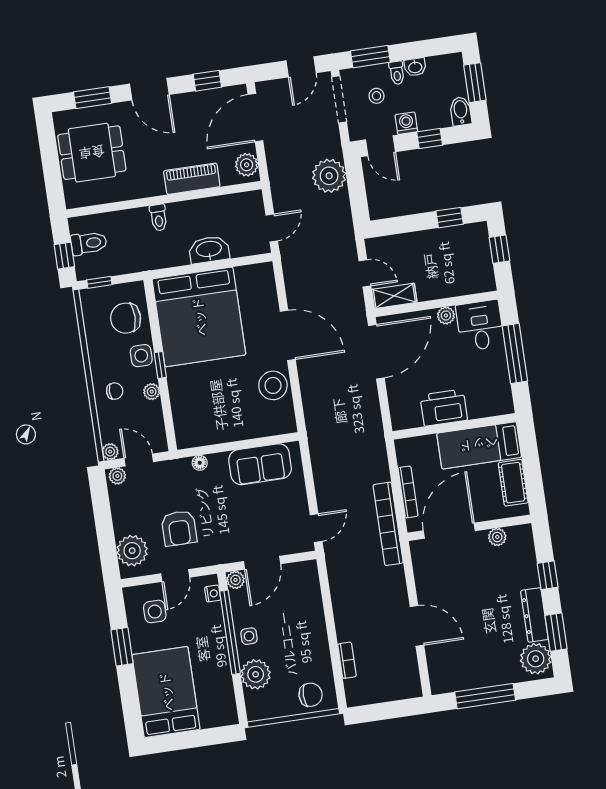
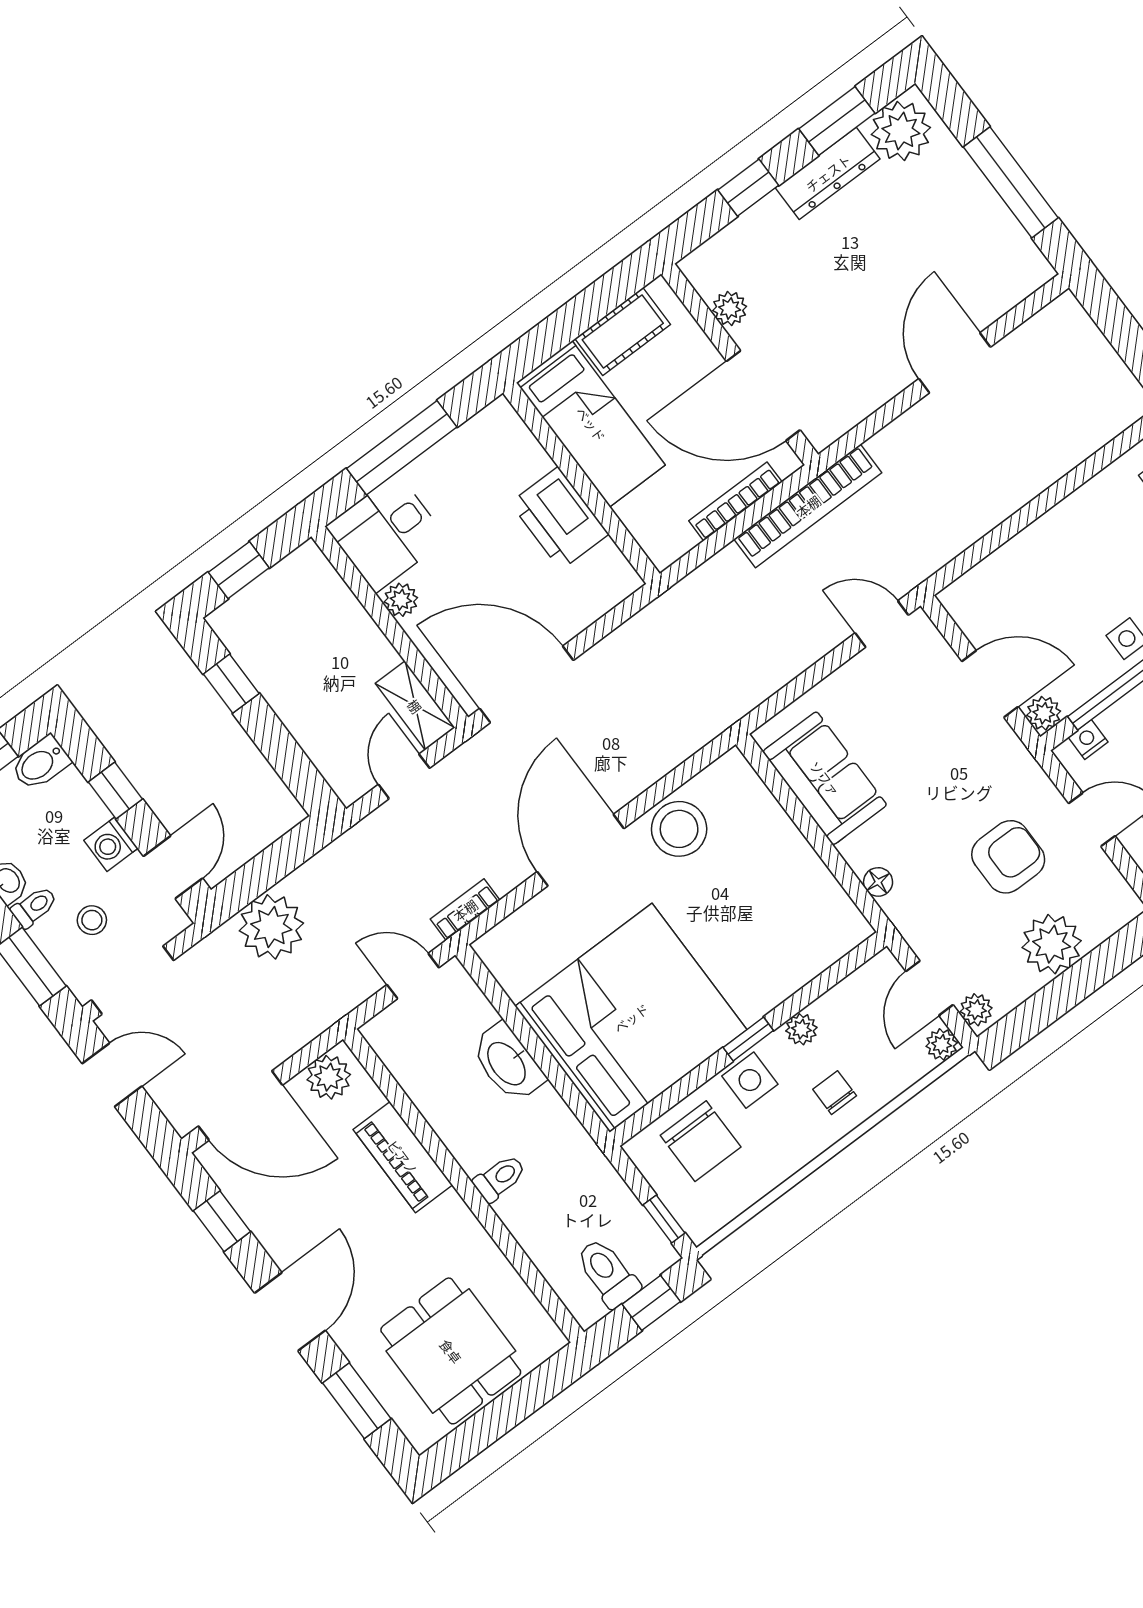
plant: (132, 551) -> (1052, 944), moved
bookcase: (347, 660) -> (465, 910), moved

